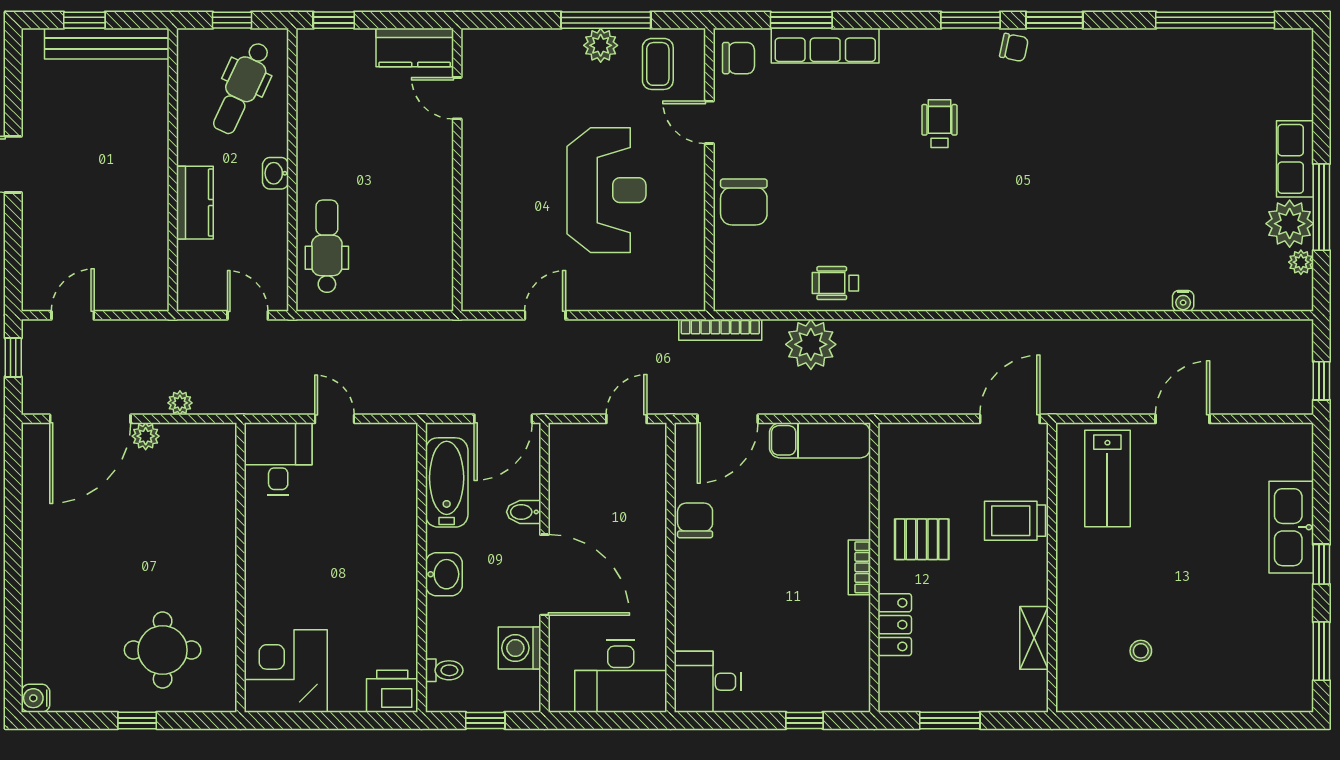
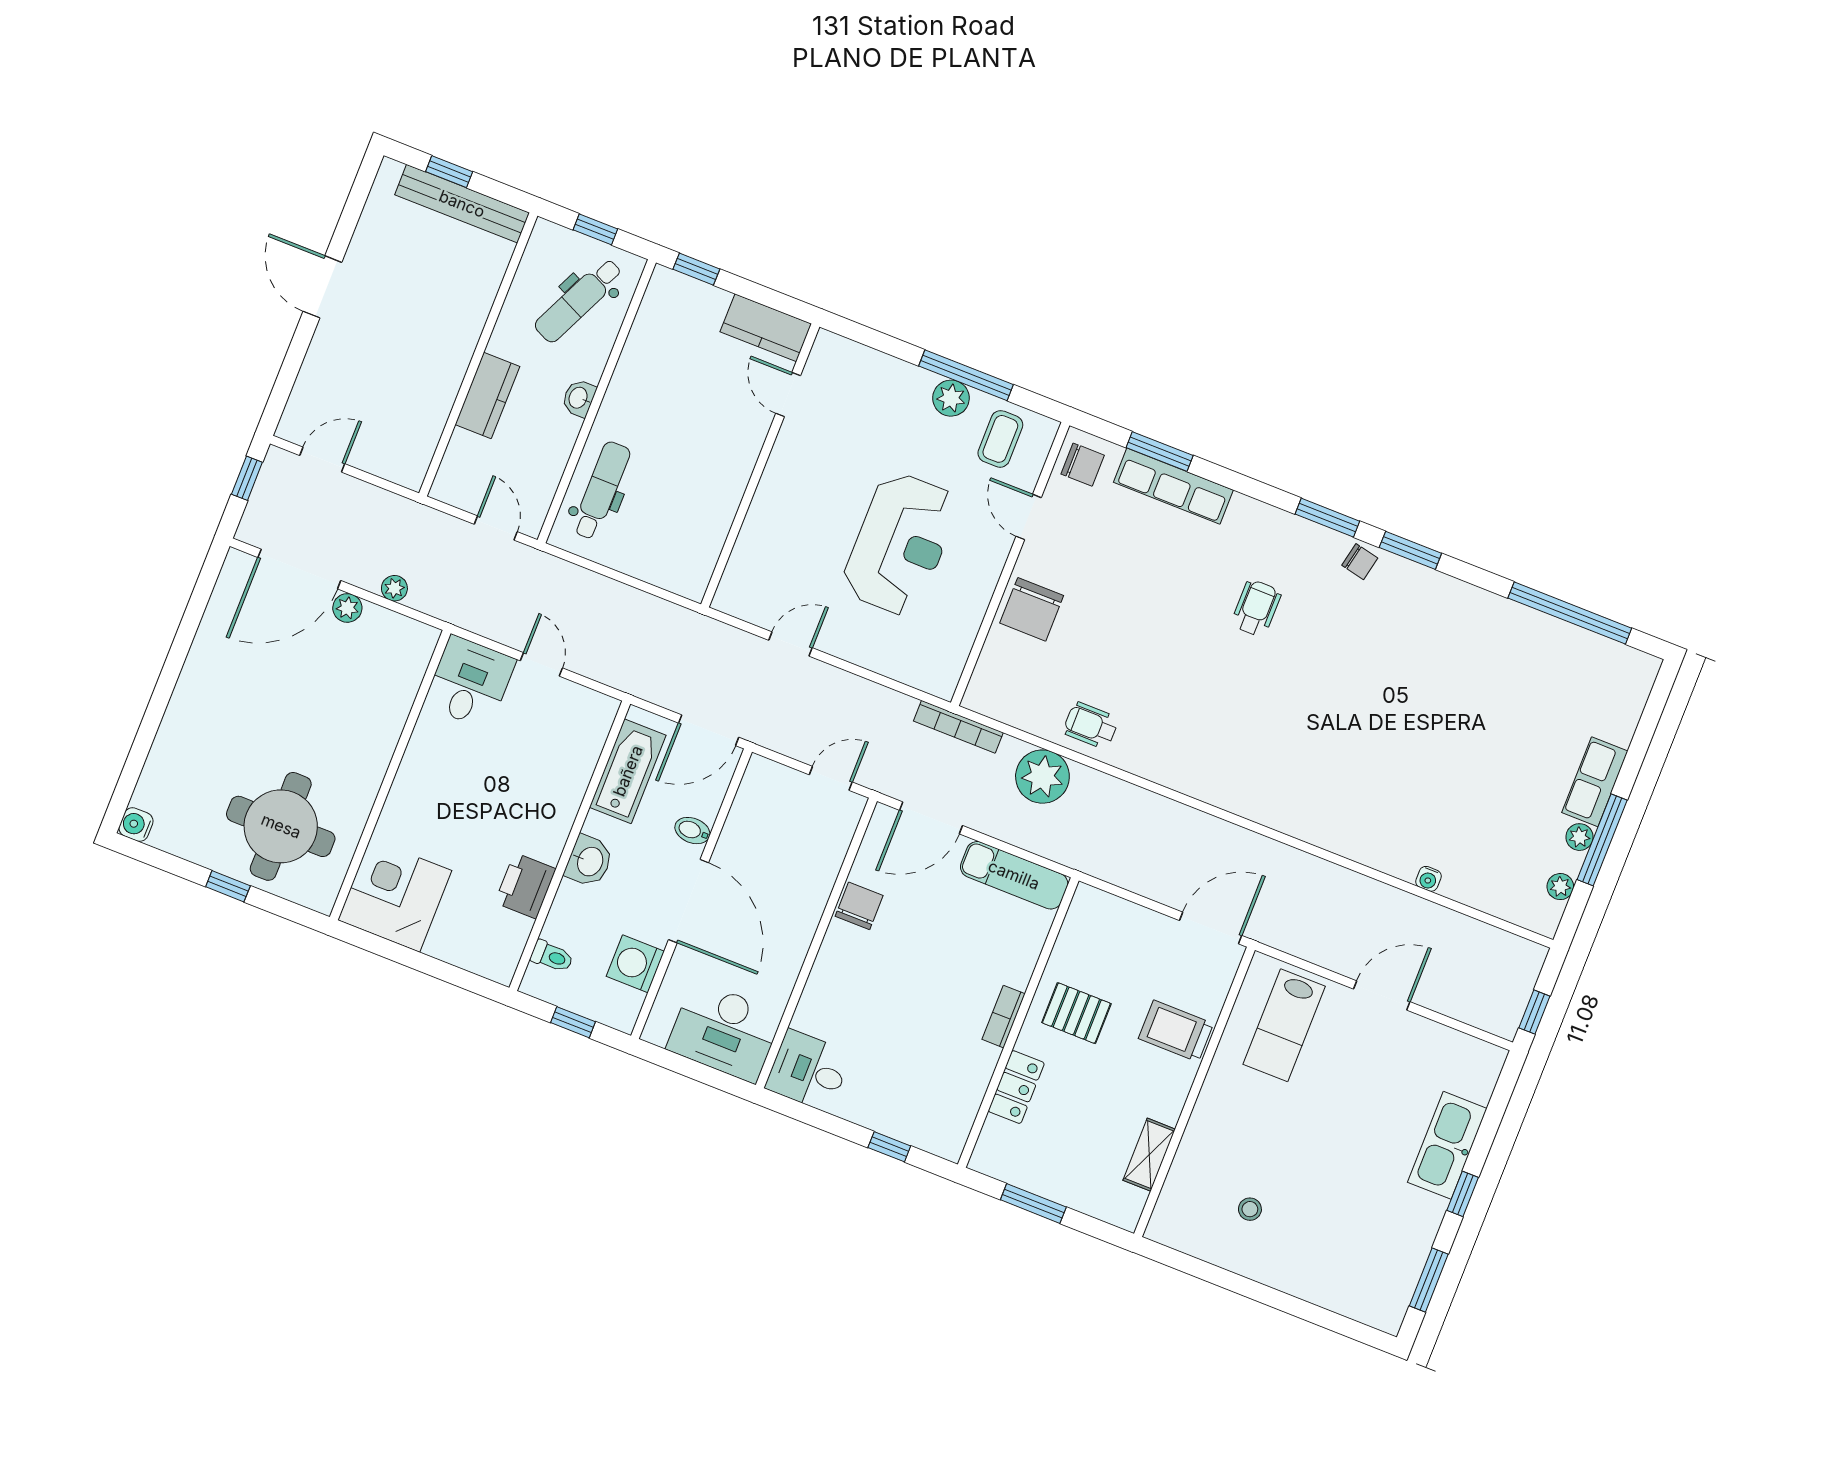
plant: (1290, 224) -> (1579, 837), width x0.53, depth x0.53
round table: (163, 650) -> (281, 826), width x1.36, depth x1.36
printer: (392, 691) -> (525, 886), moved, turned -90

